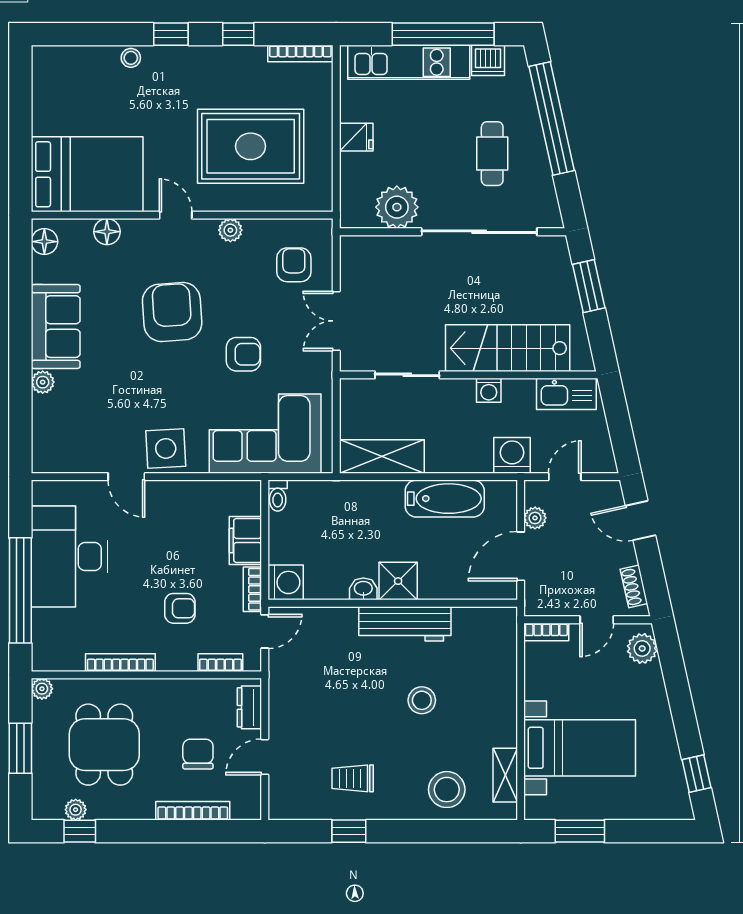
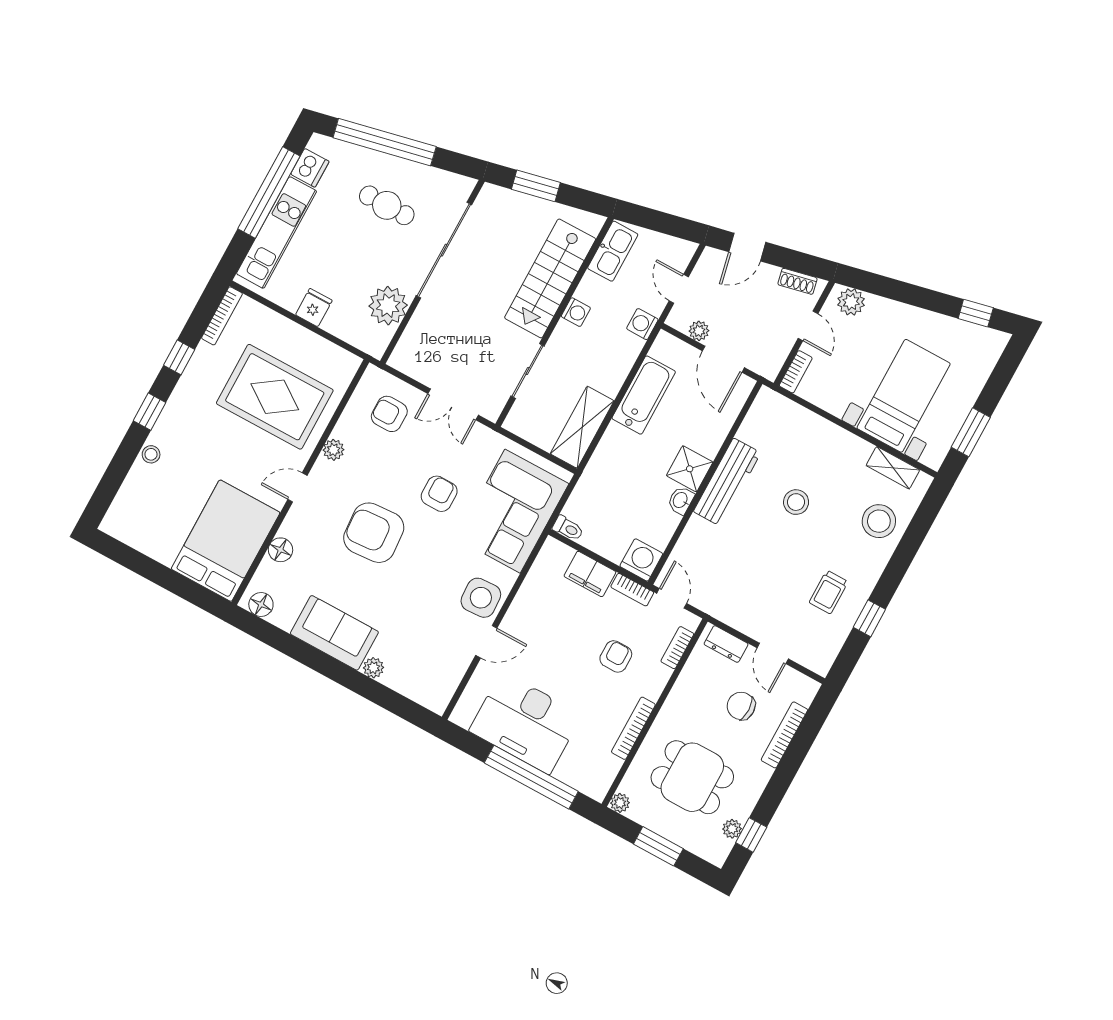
rug: (251, 146) -> (275, 397), turned 90
washing machine: (512, 455) -> (642, 324), width x0.73, depth x0.73

